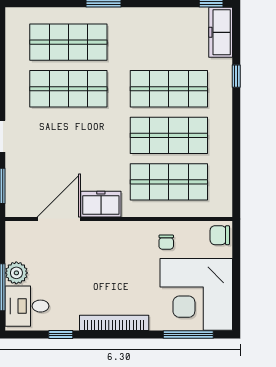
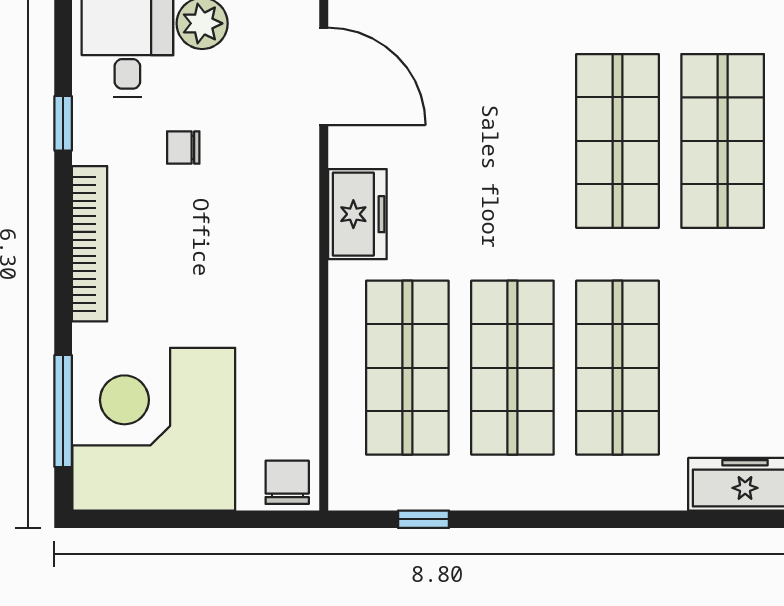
window: (236, 76) -> (424, 519), moved
door: (59, 219) -> (324, 76), moved
chair: (166, 242) -> (183, 147), moved

